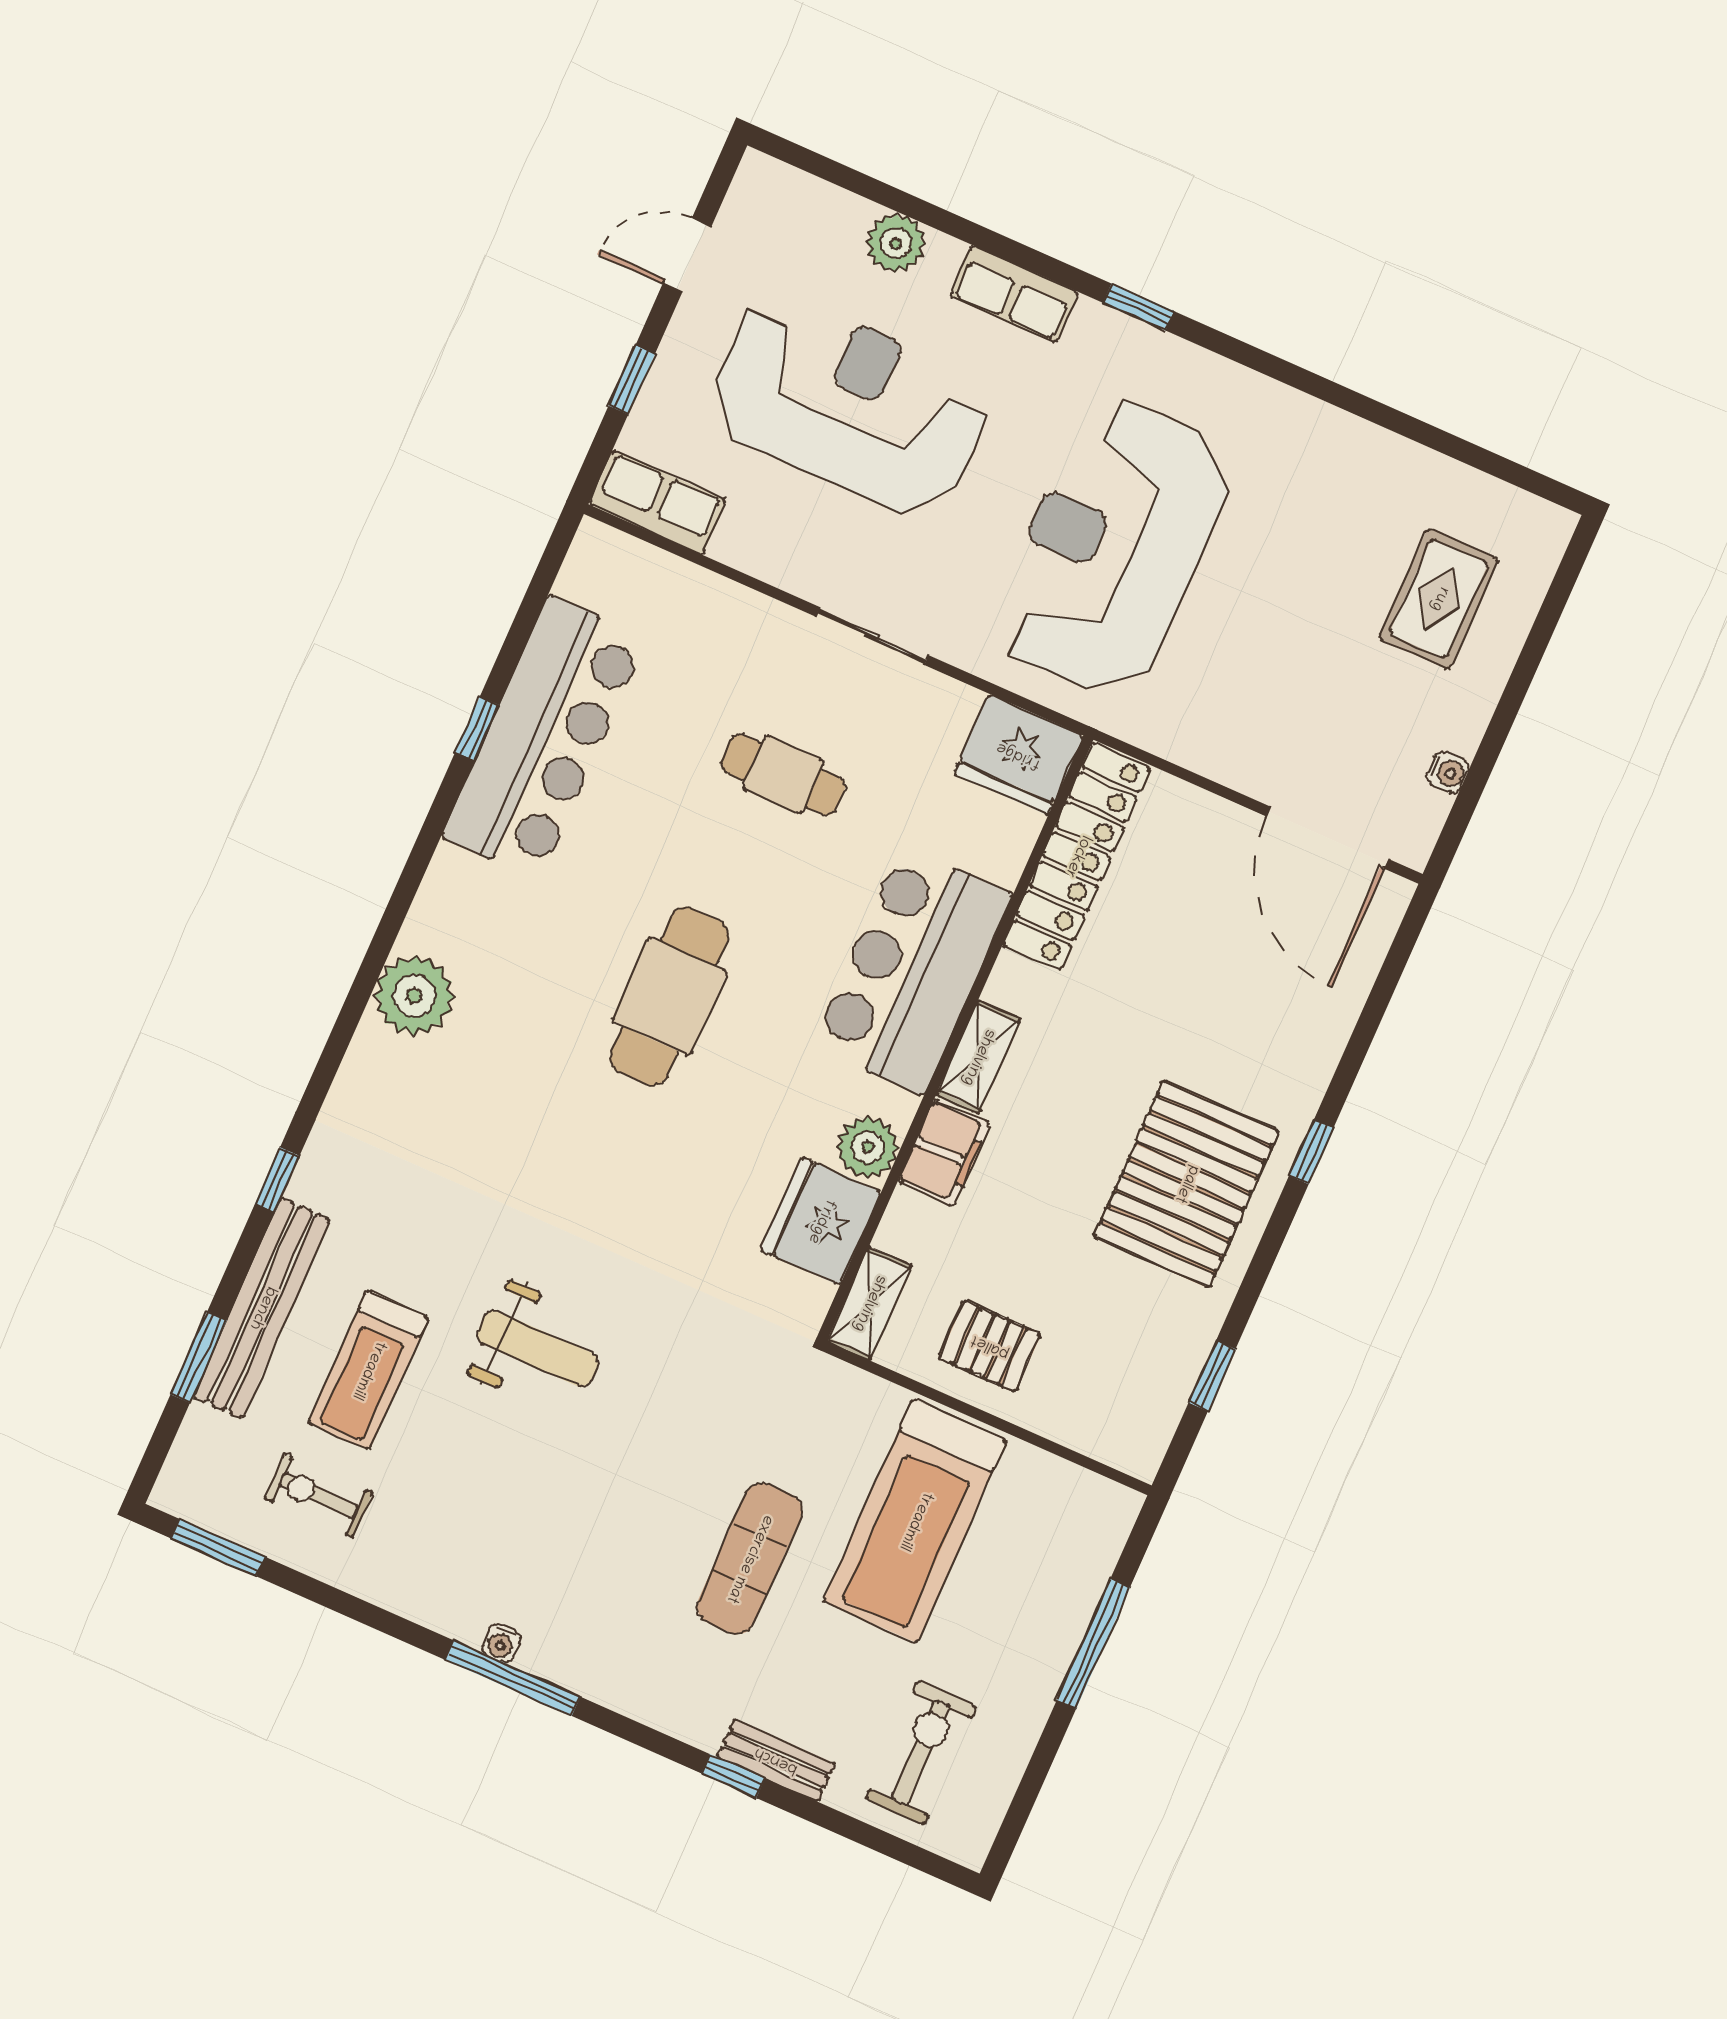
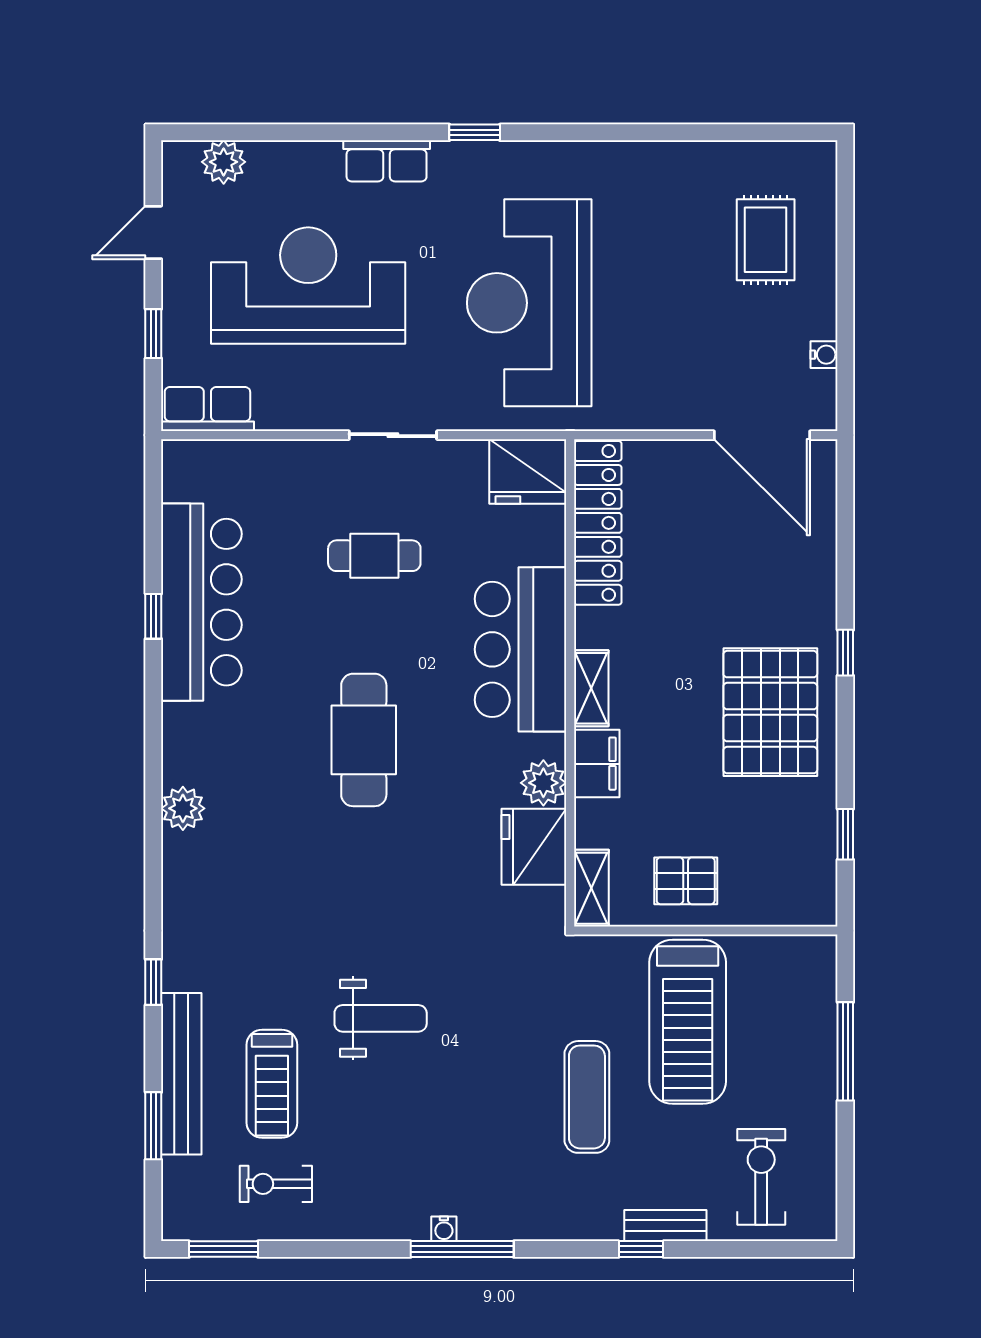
plant: (896, 243) -> (224, 162), moved
plant: (414, 996) -> (183, 808), width x0.73, depth x0.73

